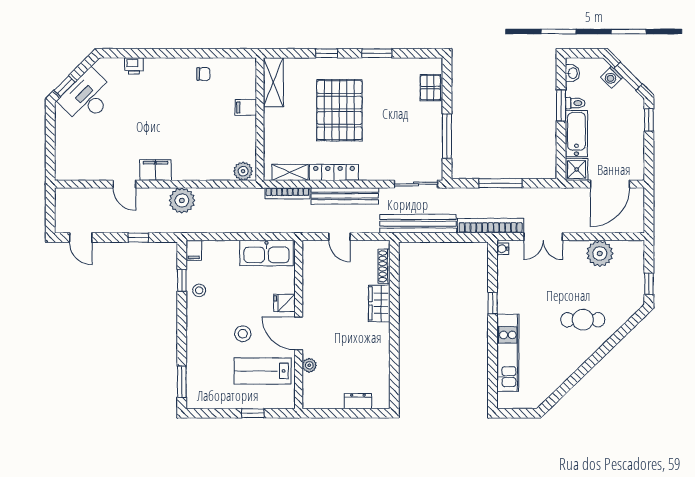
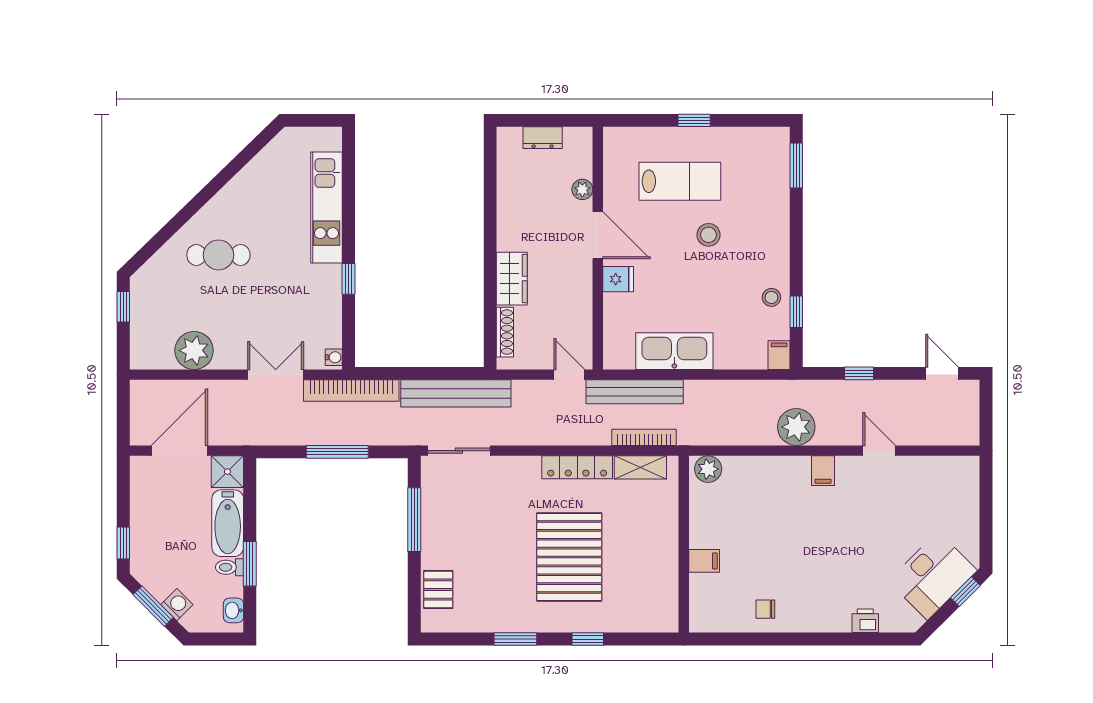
shelving: (273, 82) -> (664, 597), removed
filing cabinet: (156, 170) -> (823, 471), width x0.50
bench: (345, 196) -> (635, 392), moved
fridge: (284, 303) -> (618, 279), moved
wall: (299, 324) -> (598, 248), moved
door: (299, 333) -> (598, 235), moved
plant: (309, 365) -> (582, 189), moved

